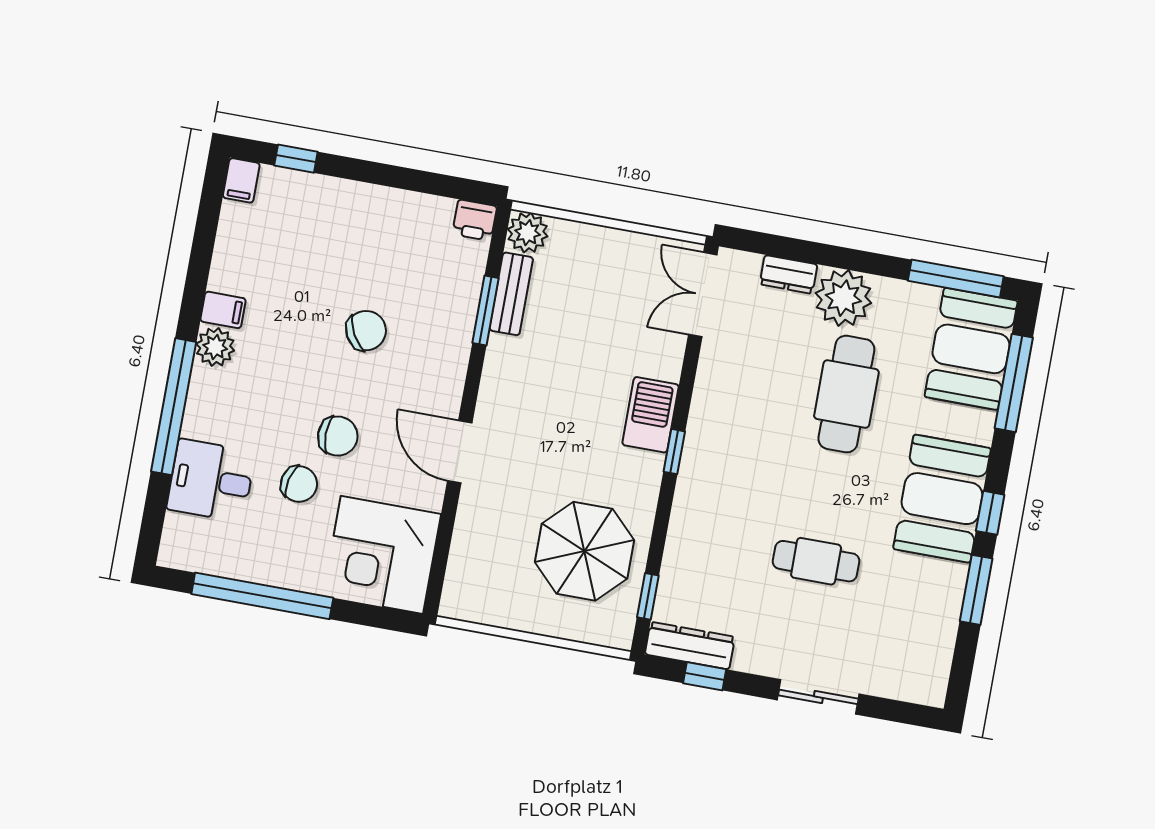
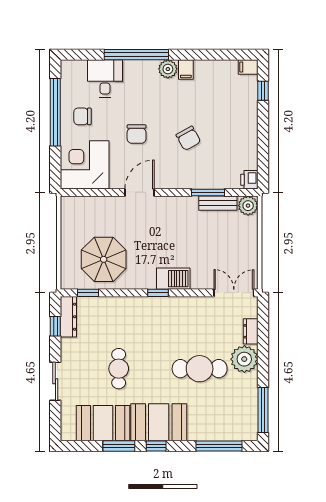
booth: (971, 349) -> (103, 423), moved
chair: (299, 484) -> (83, 116), moved, turned 77

